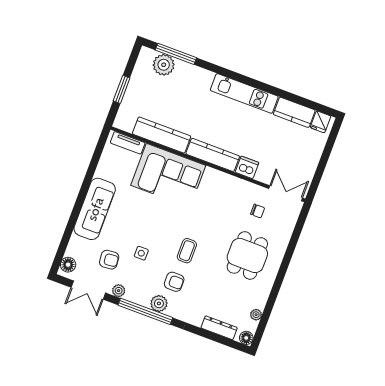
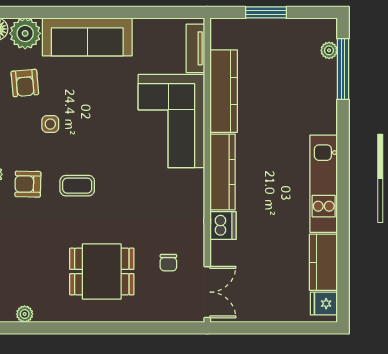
plant: (164, 65) -> (329, 50), width x0.53, depth x0.53
plant: (78, 248) -> (25, 33), added
armchair: (174, 282) -> (28, 184), turned 91

